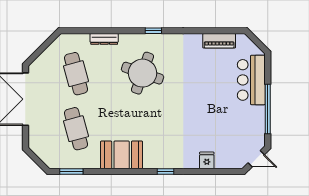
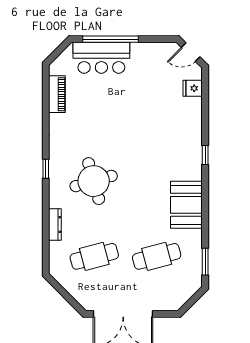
round table: (143, 73) -> (94, 181), turned -35
window: (268, 109) -> (110, 39), moved
door: (256, 159) -> (191, 52), swing flipped
fridge: (207, 160) -> (193, 88), moved

